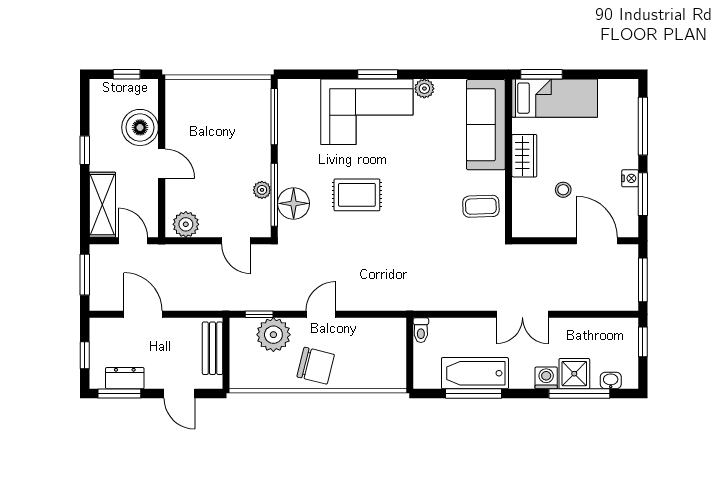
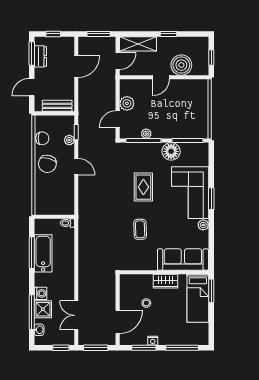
floor lamp: (294, 203) -> (171, 151), moved
coffee table: (481, 206) -> (140, 229), moved
plant: (186, 224) -> (127, 103), moved
double door: (522, 314) -> (76, 315), moved
plant: (273, 335) -> (69, 140), width x0.53, depth x0.53
chair: (270, 375) -> (42, 138), added

